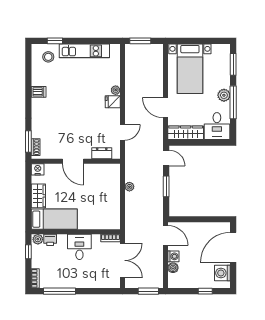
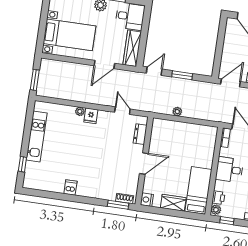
stool: (48, 57) -> (37, 173), removed

